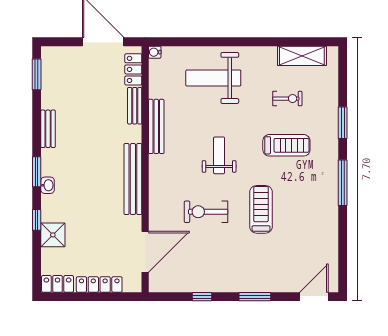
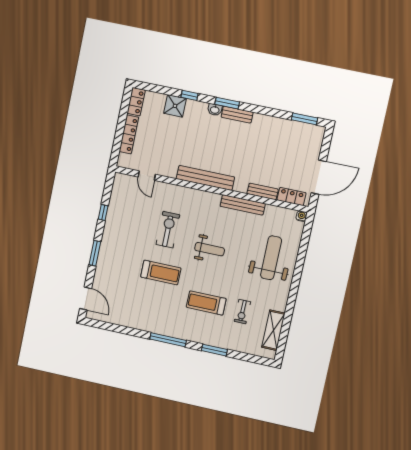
bench: (48, 129) -> (237, 115), moved
treadmill: (286, 145) -> (206, 303), turned 90
door: (145, 252) -> (147, 176), width x0.53

